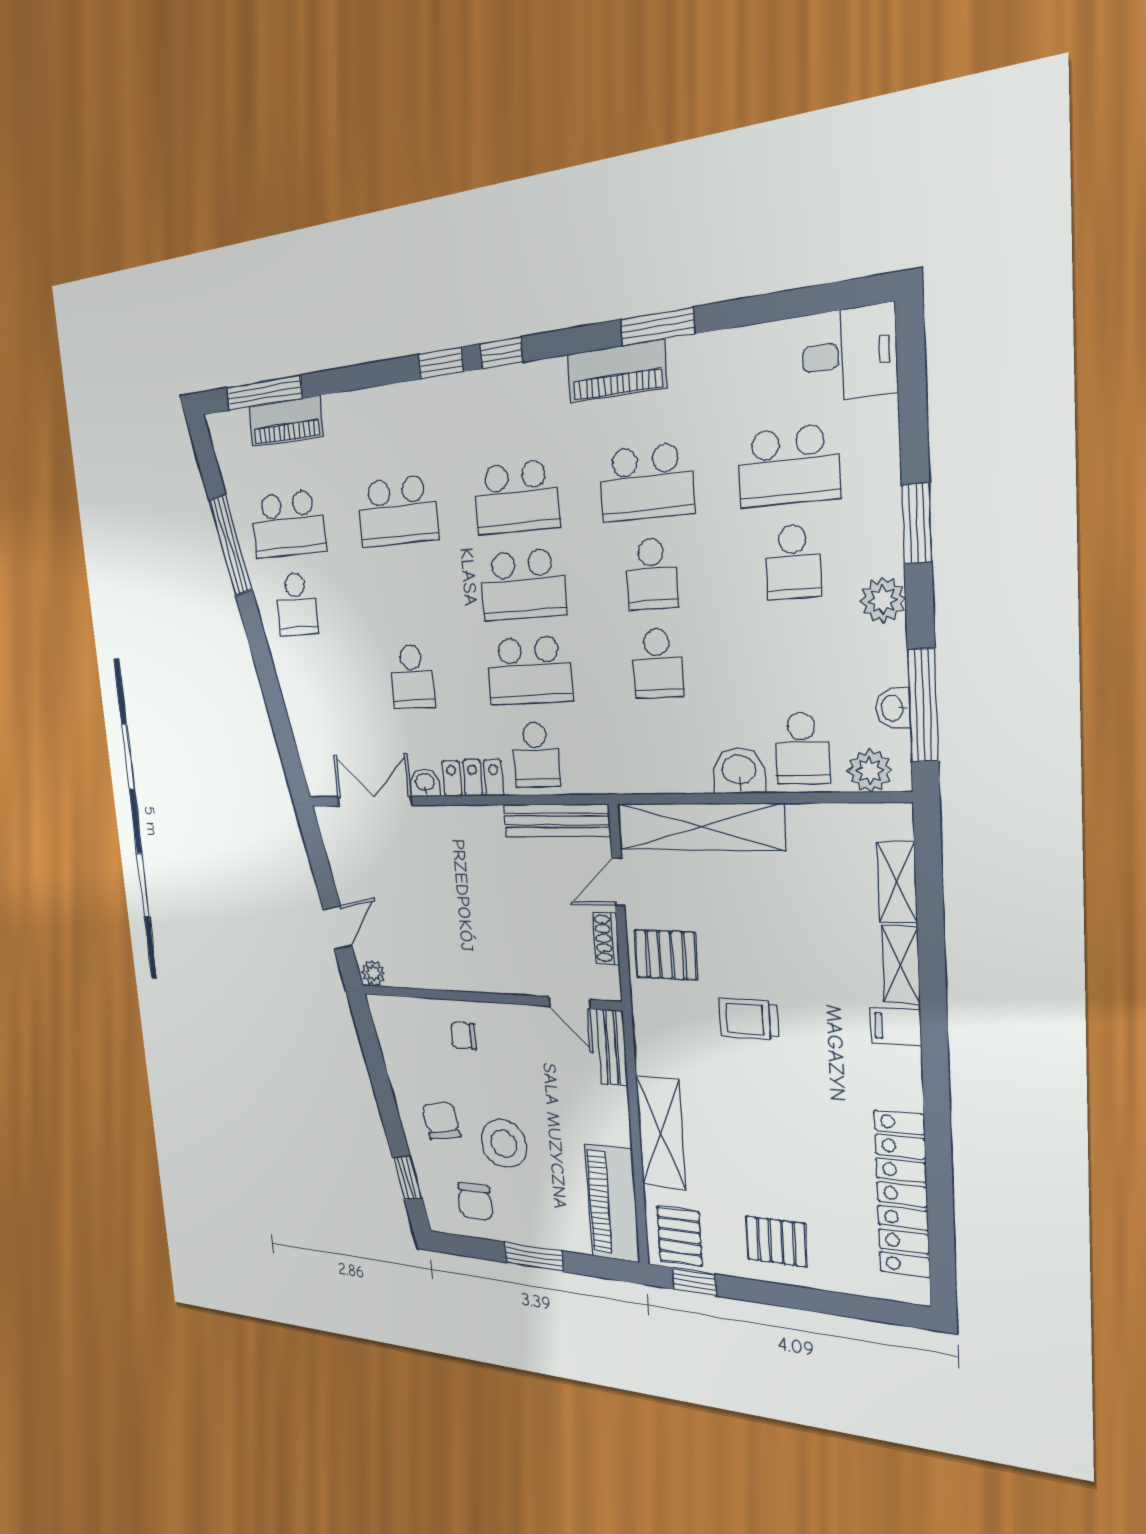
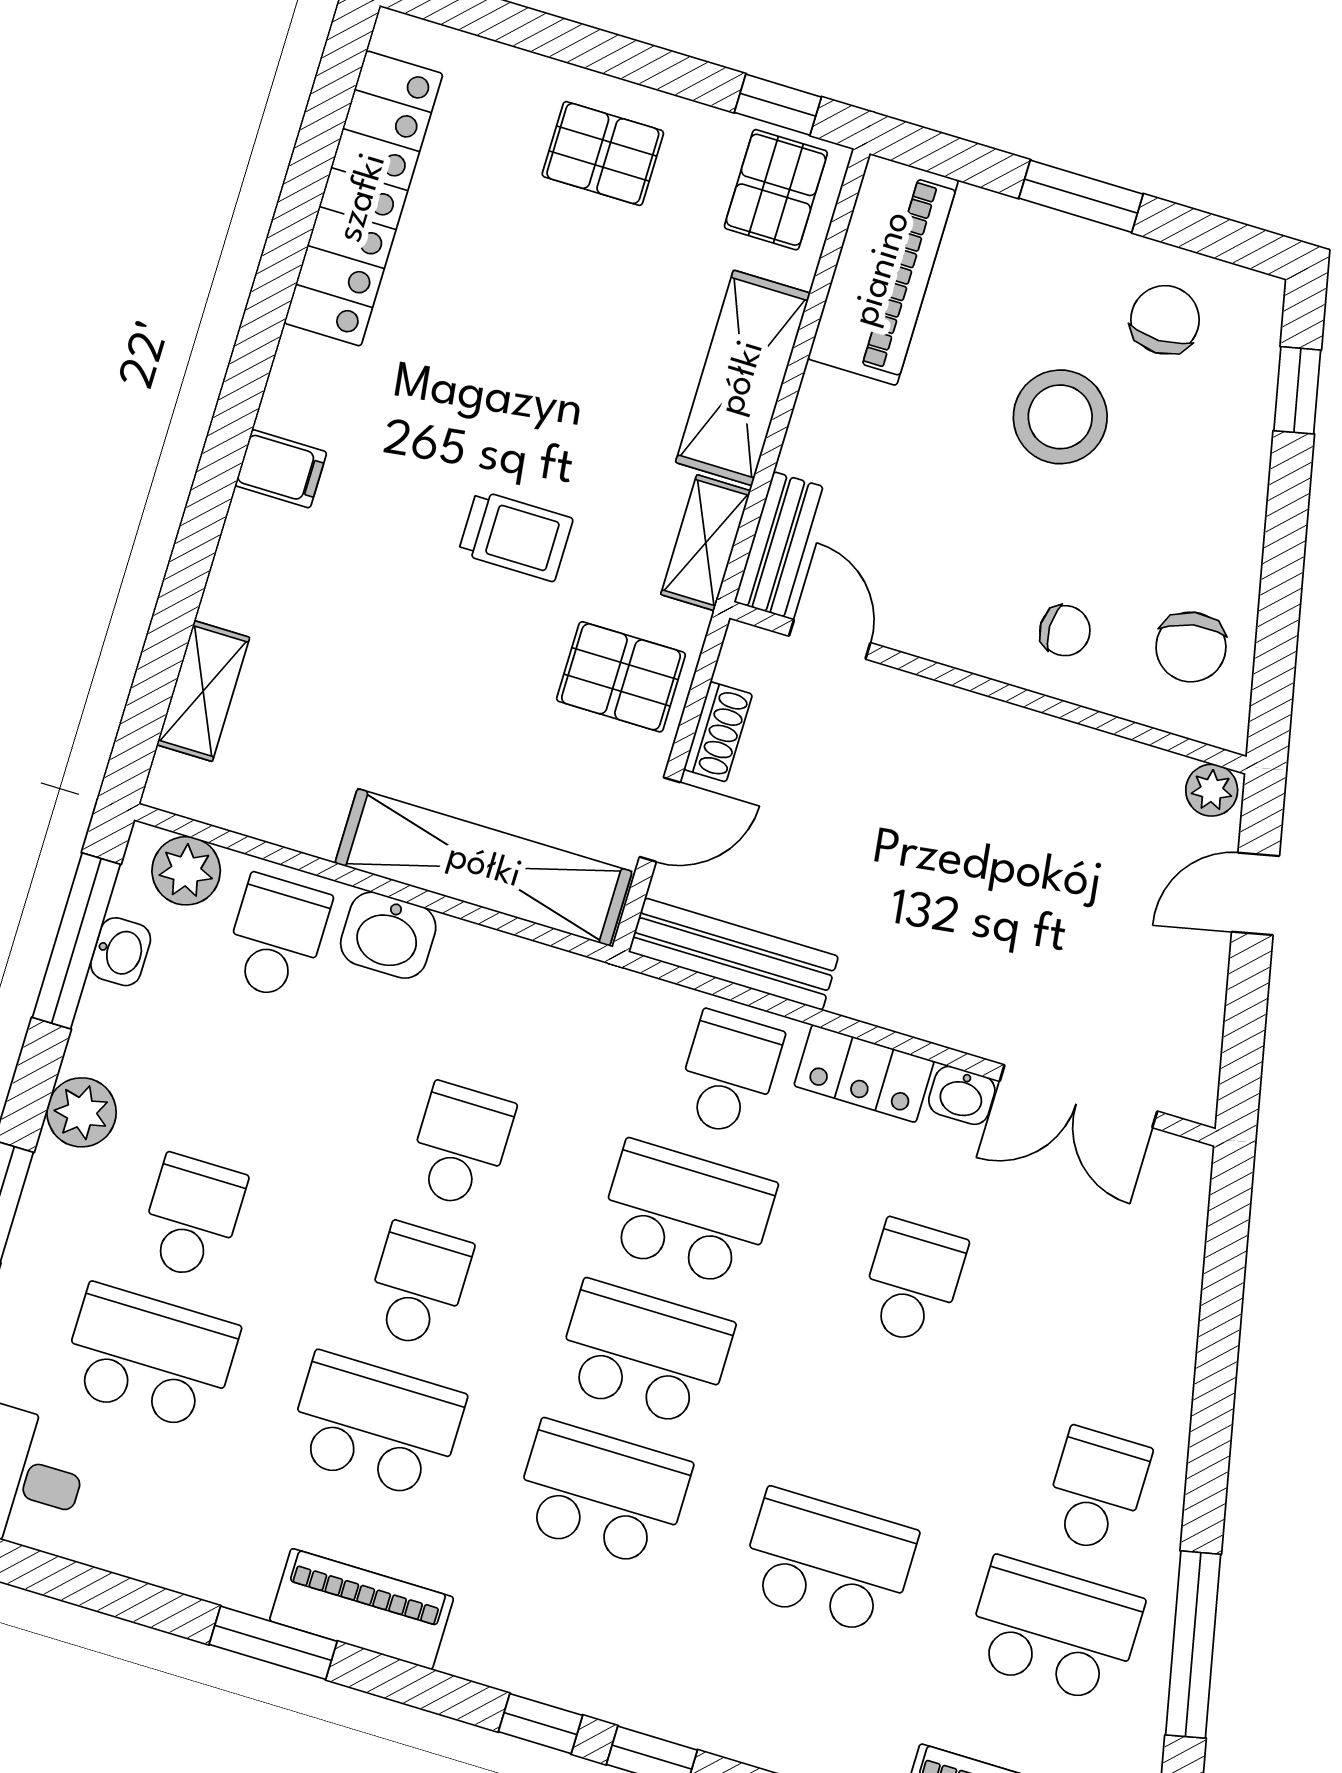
shelving: (901, 965) -> (706, 543), moved
chair: (441, 1121) -> (1191, 647), moved

